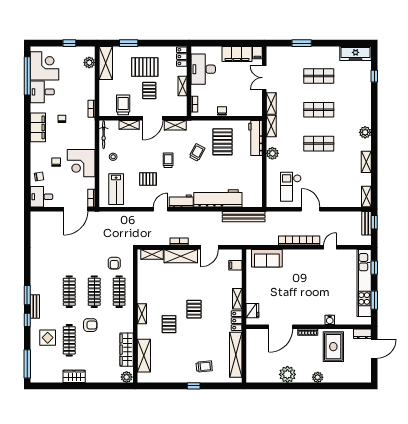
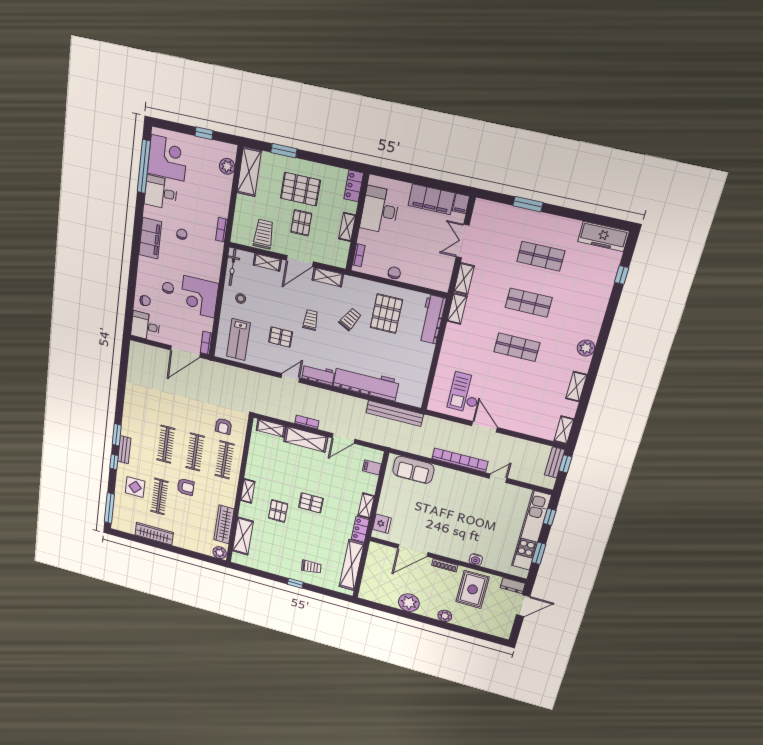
plant: (272, 153) -> (450, 345), removed
pallet: (194, 309) -> (311, 503), turned 90
wardrobe: (74, 376) -> (154, 534), width x1.50

